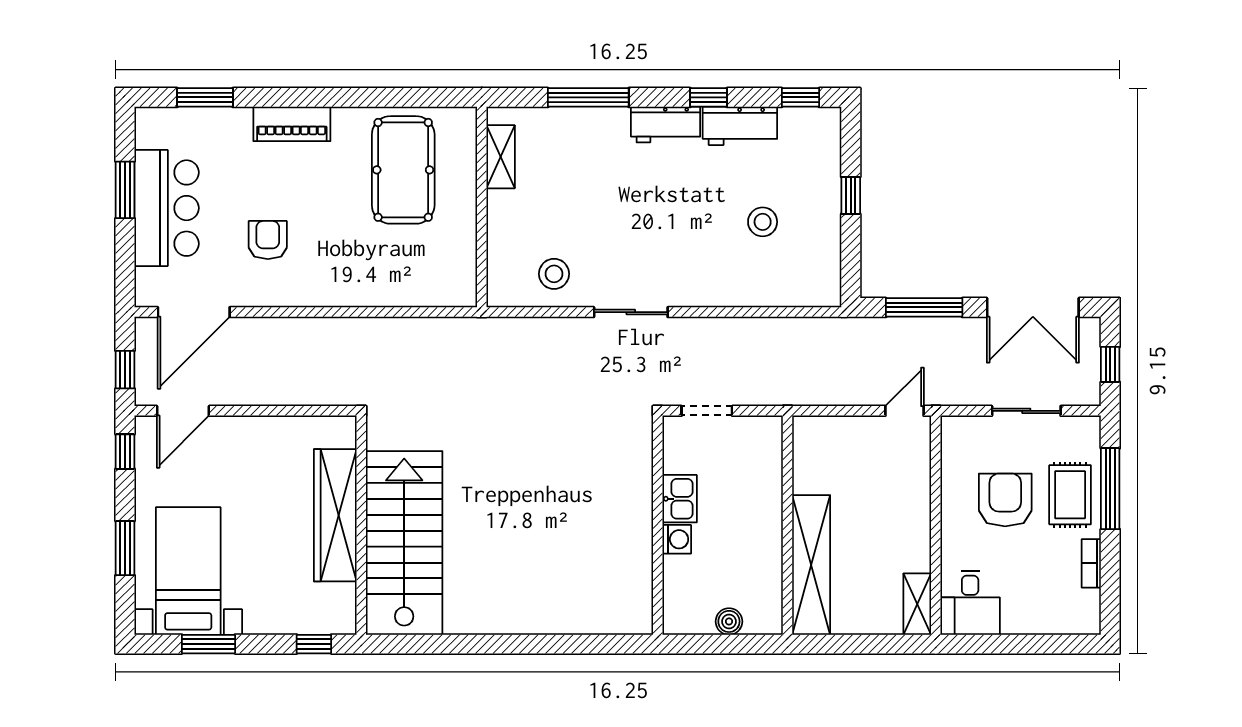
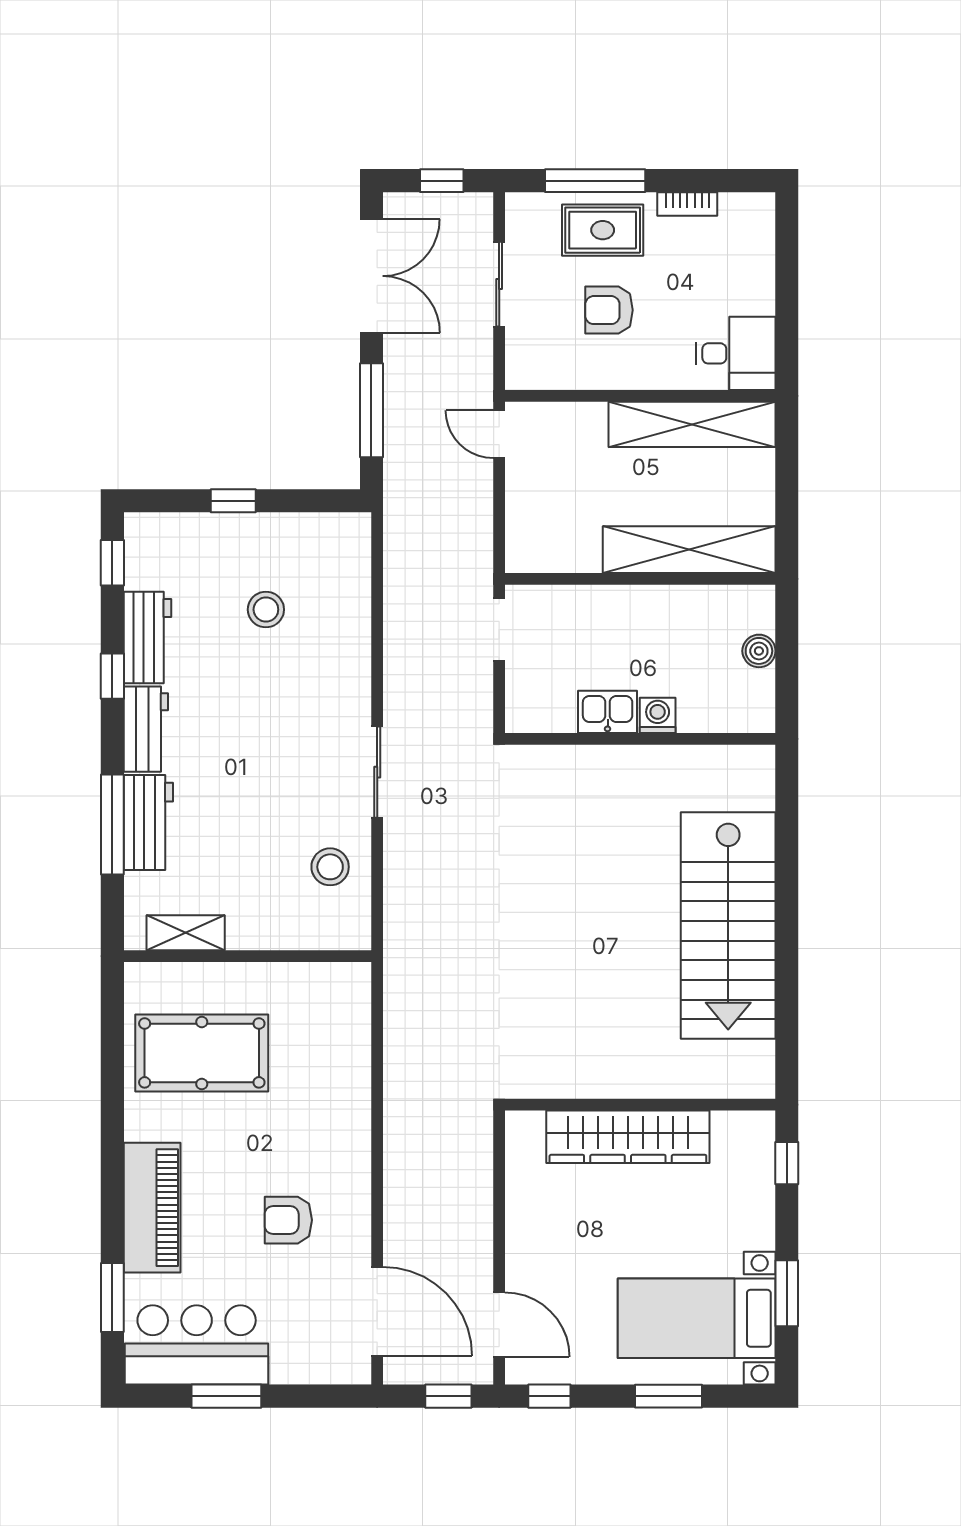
piano: (292, 124) -> (152, 1208), width x1.37, depth x1.33
workbench: (590, 127) -> (148, 823), added
bar counter: (167, 208) -> (197, 1345), moved
doorway: (707, 411) -> (499, 630), moved
armchair: (1005, 500) -> (609, 310), width x0.72, depth x0.72
stairs: (404, 543) -> (728, 925), moved, turned -90
shelving: (917, 604) -> (692, 424), width x2.20, depth x1.33

